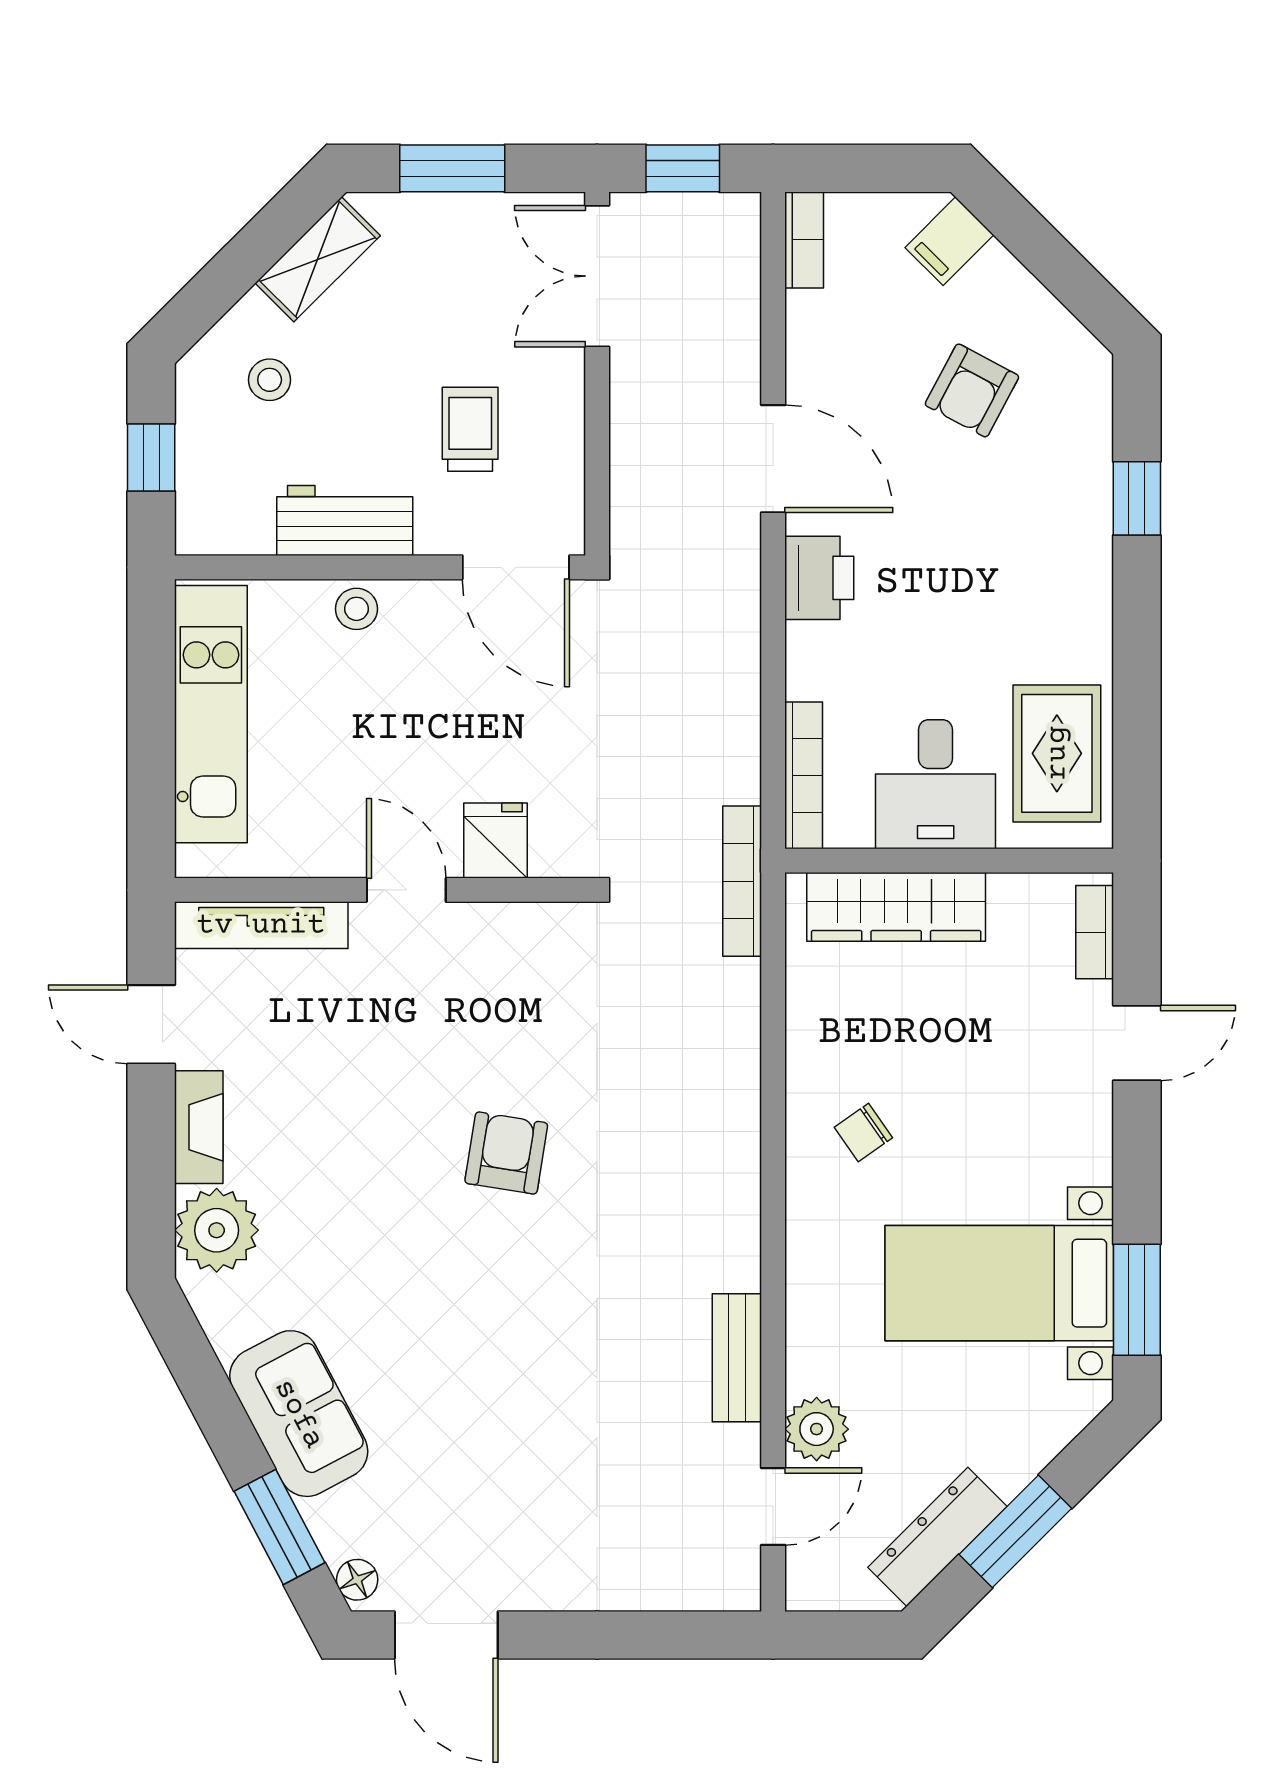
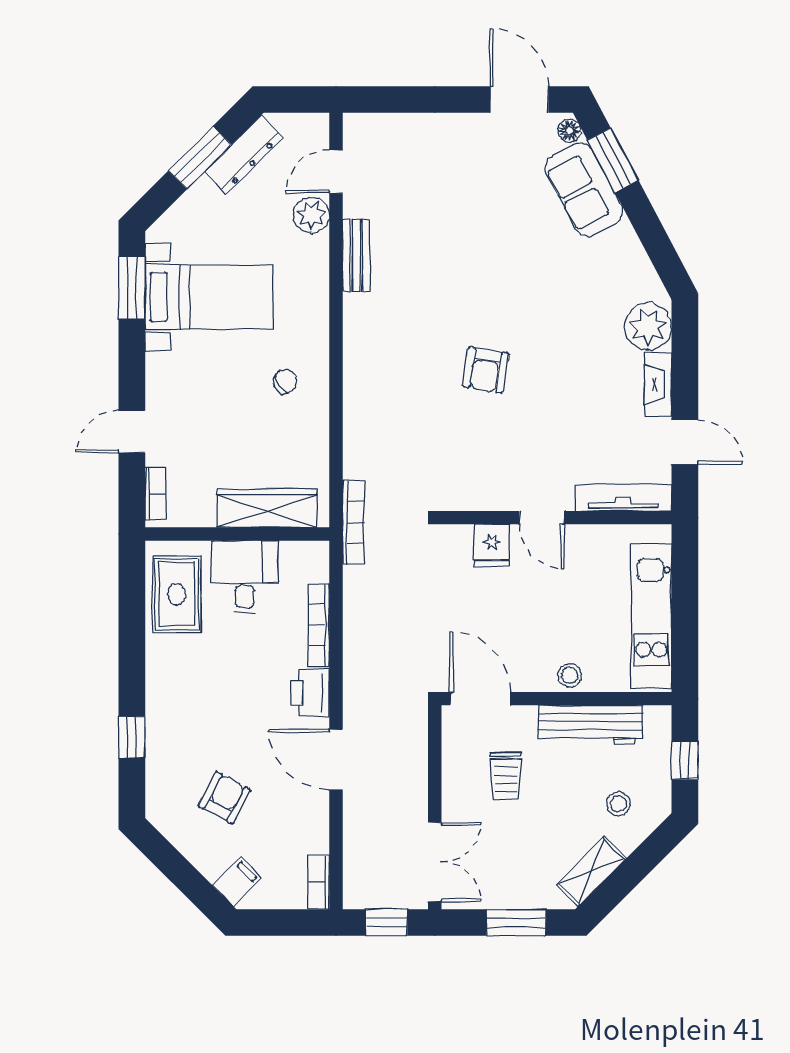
workbench: (345, 520) -> (591, 725), width x1.38
bookcase: (804, 775) -> (319, 625), moved
sofa: (299, 1414) -> (584, 190), moved

